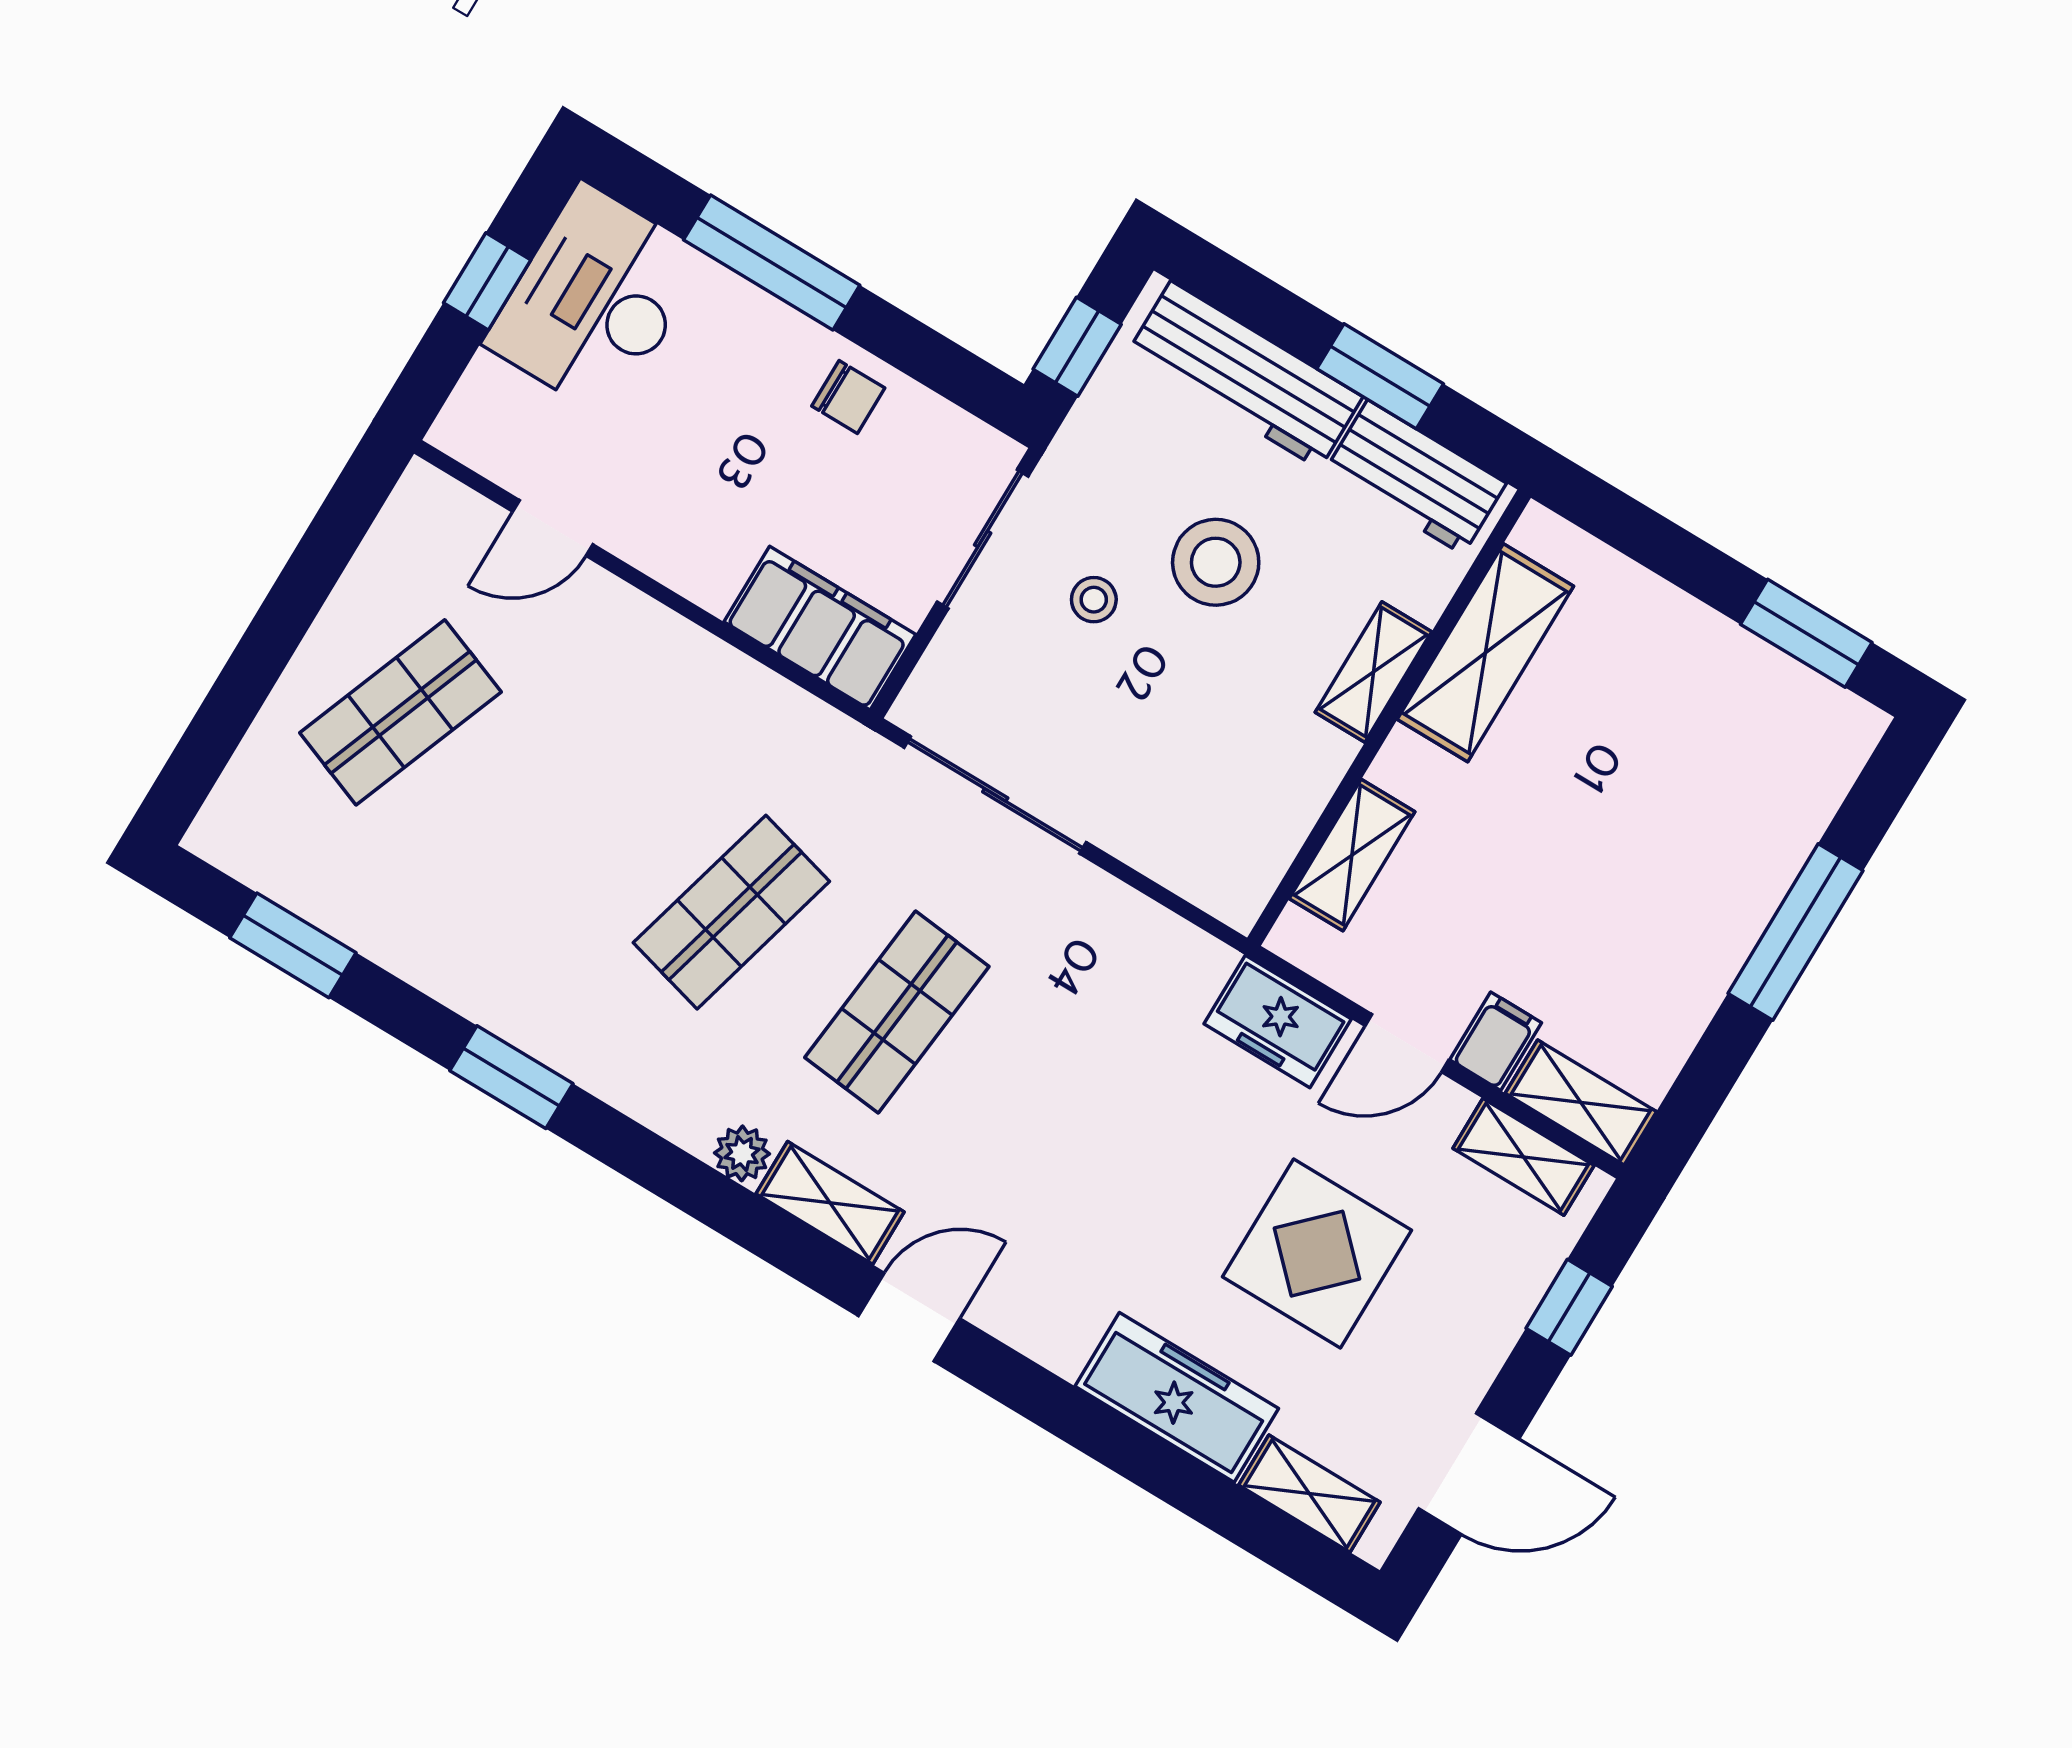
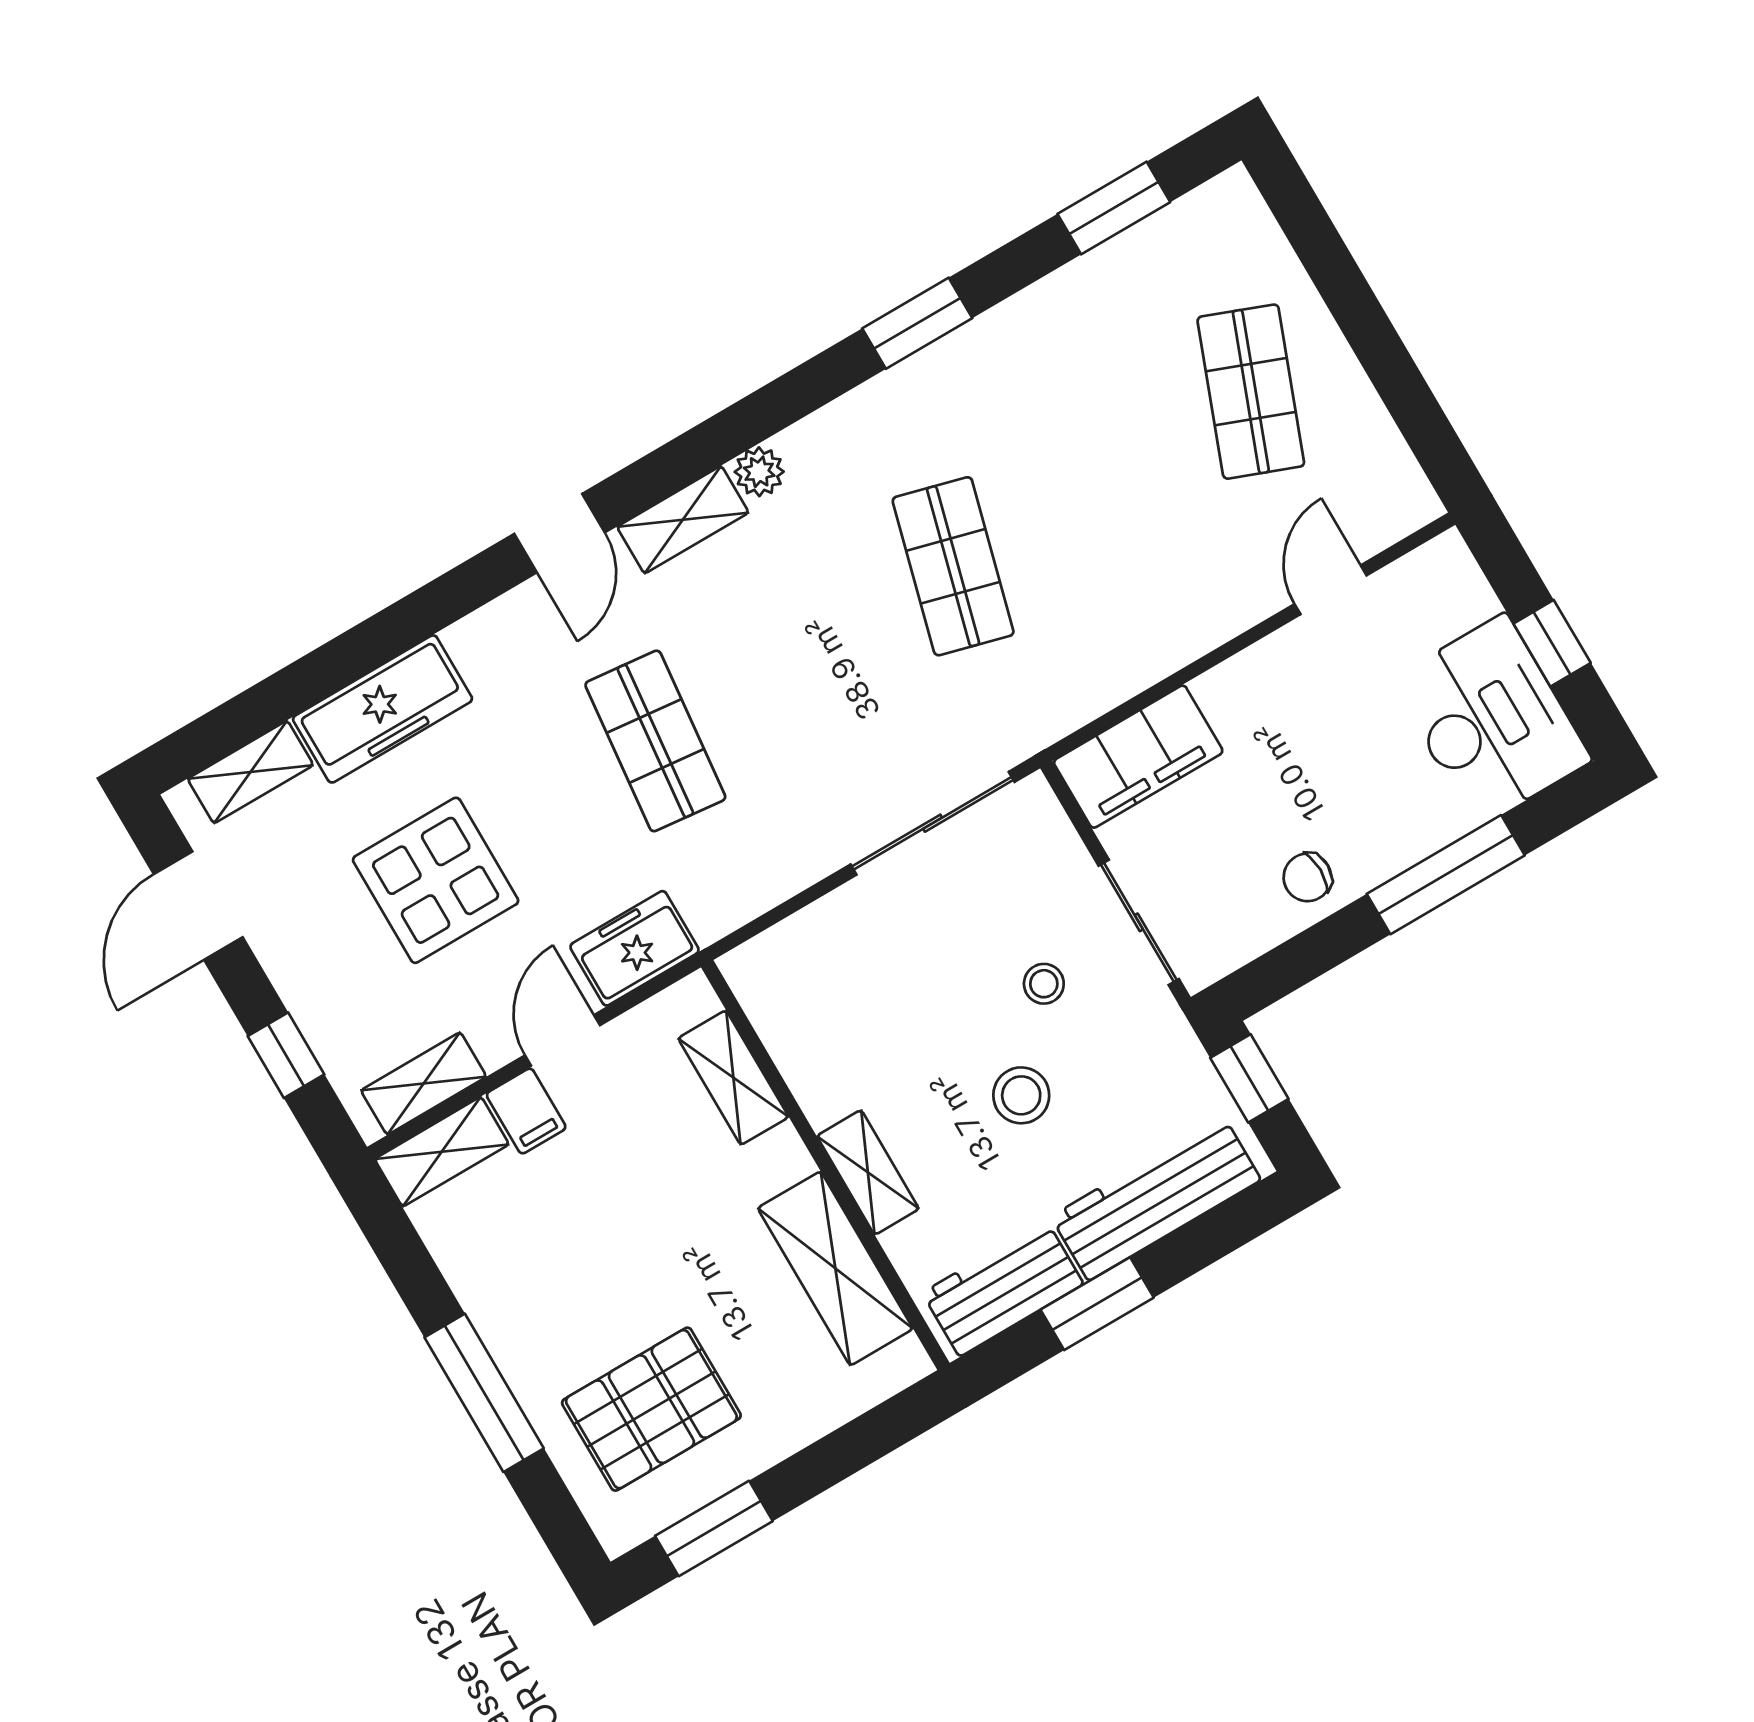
stool: (1216, 562) -> (1021, 1095), width x0.73, depth x0.73
pallet: (1722, 759) -> (651, 1409), added
shop shelf: (897, 1012) -> (655, 741), moved

